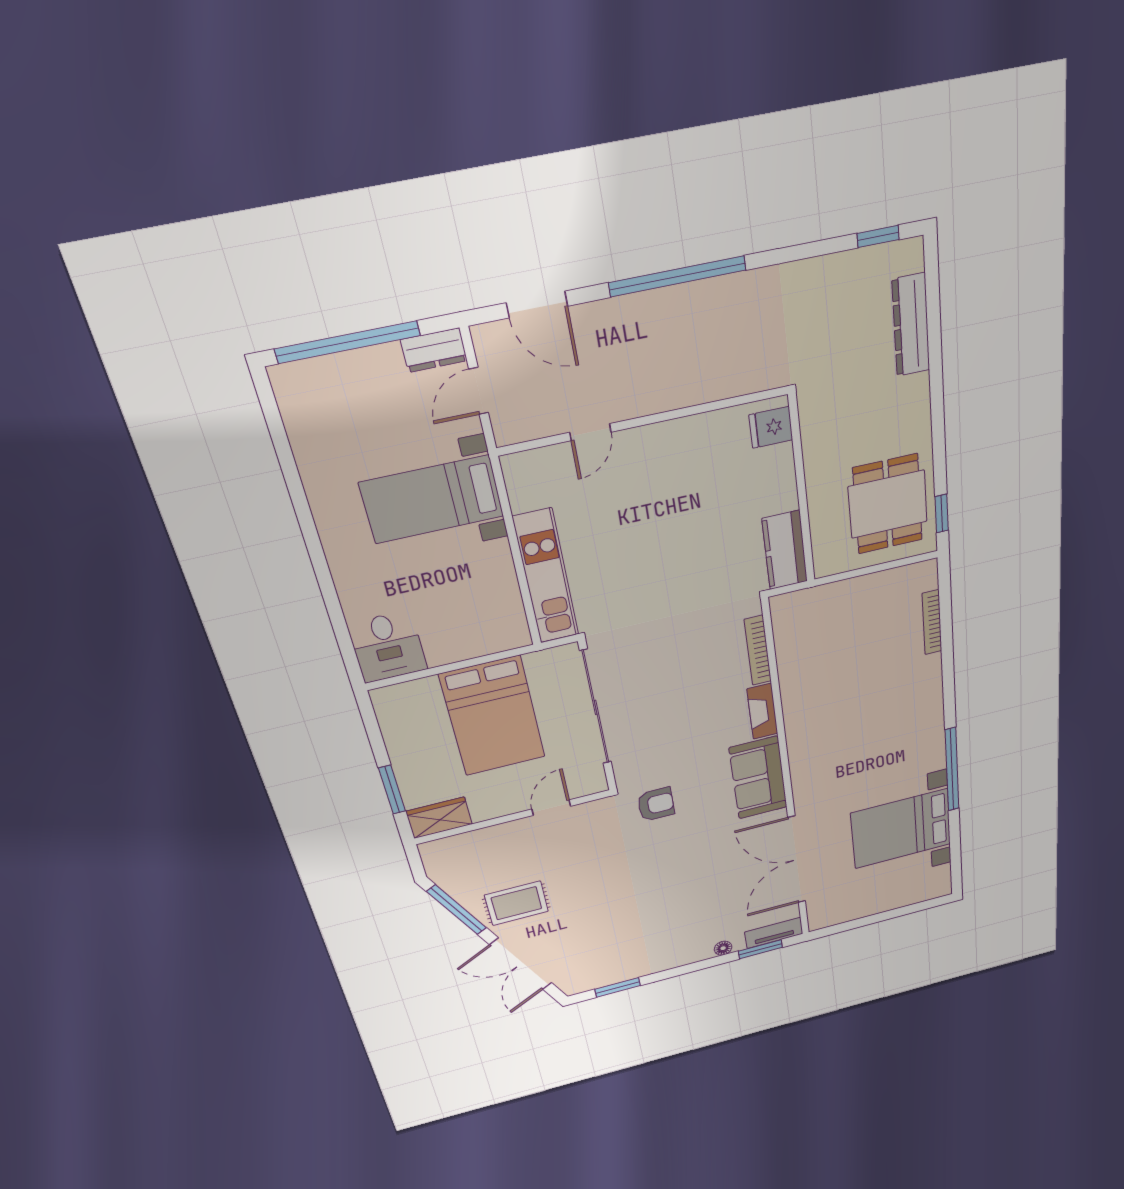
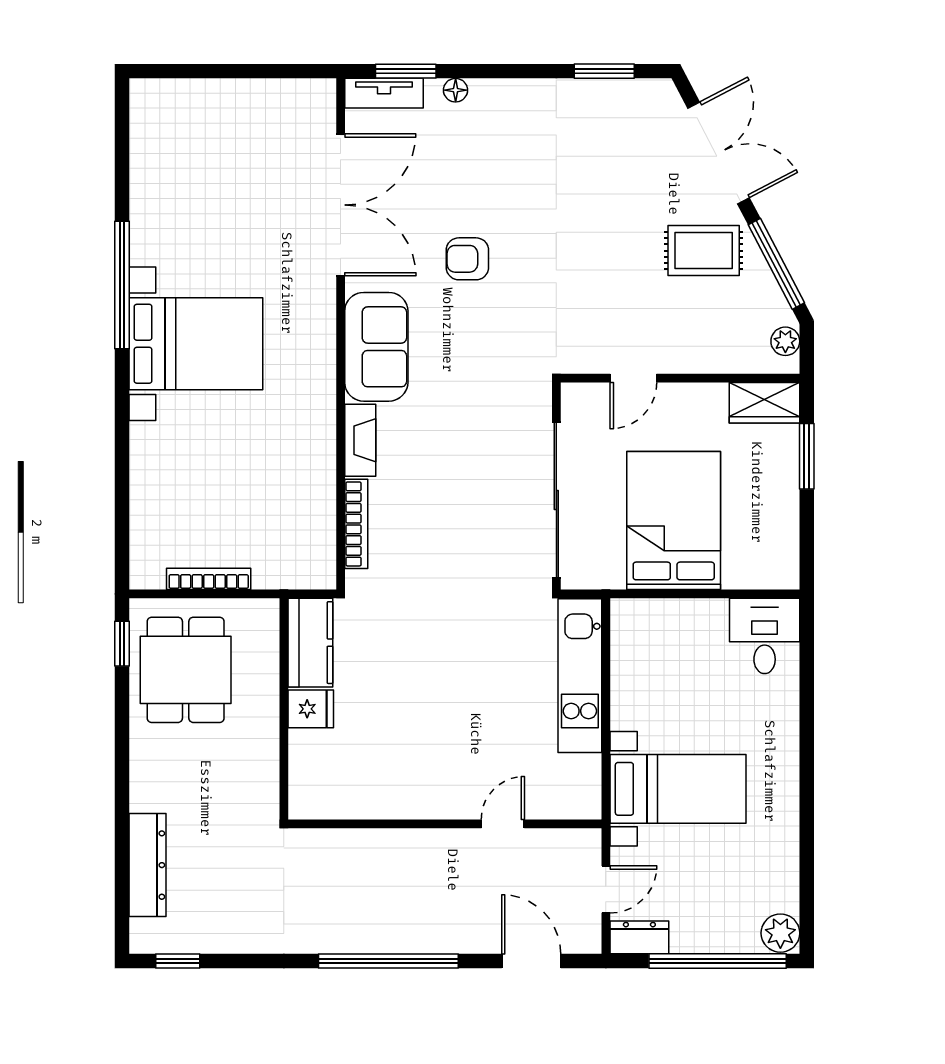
plant: (291, 384) -> (780, 933), added
fridge: (771, 427) -> (311, 709), moved
bookcase: (932, 622) -> (209, 579), moved, turned -90
armchair: (656, 804) -> (467, 259), moved
bed with nightstands: (901, 829) -> (196, 344), moved
plant: (434, 863) -> (785, 341), added

